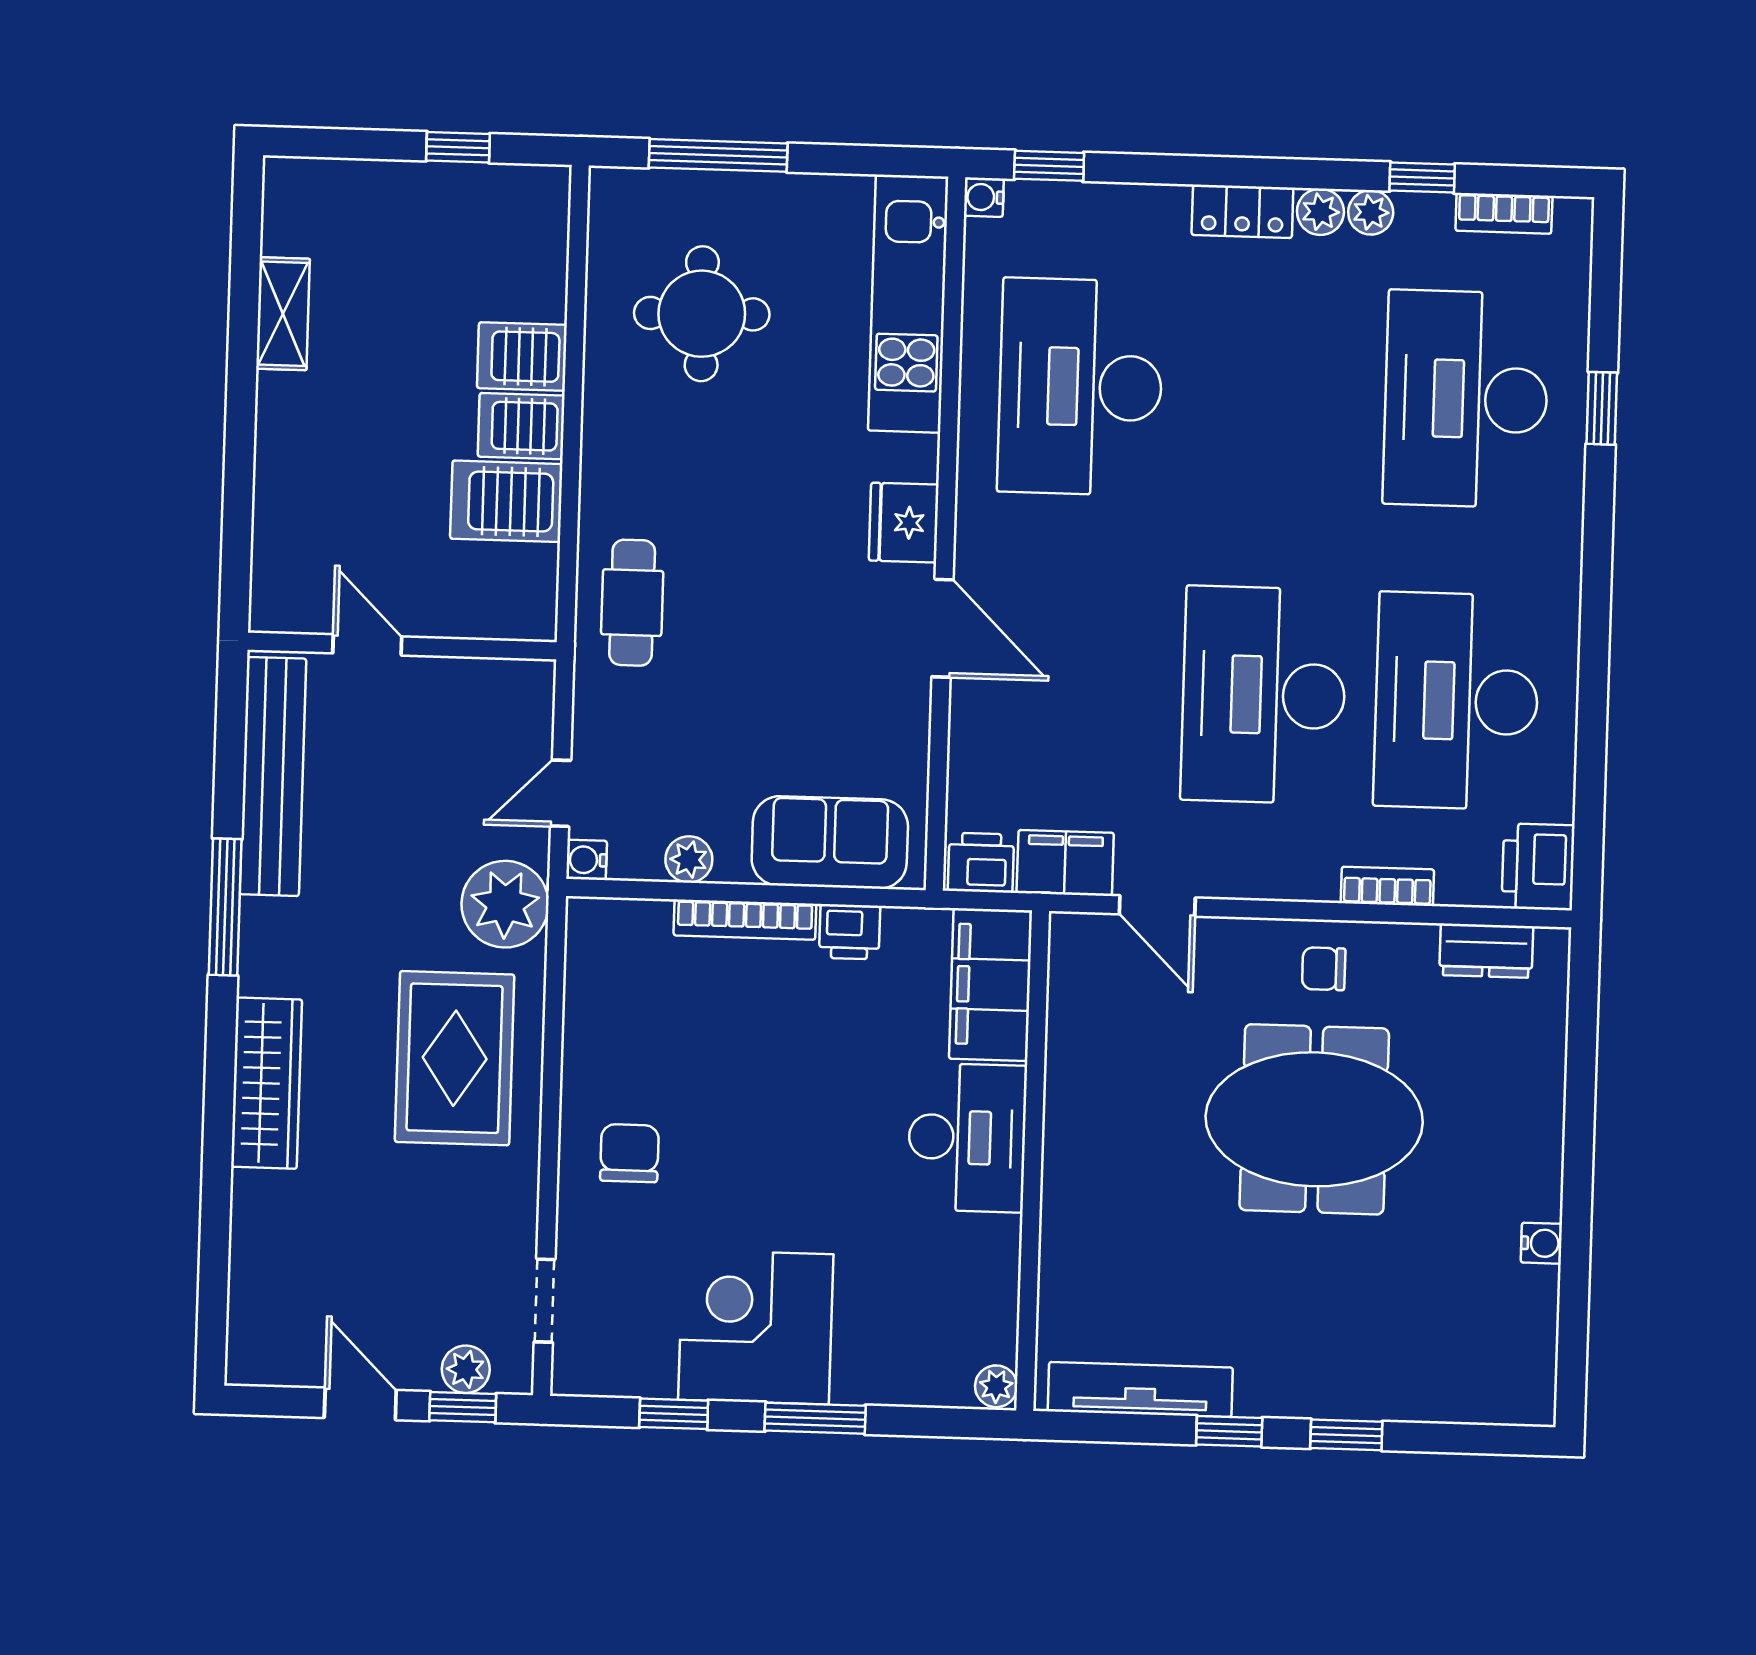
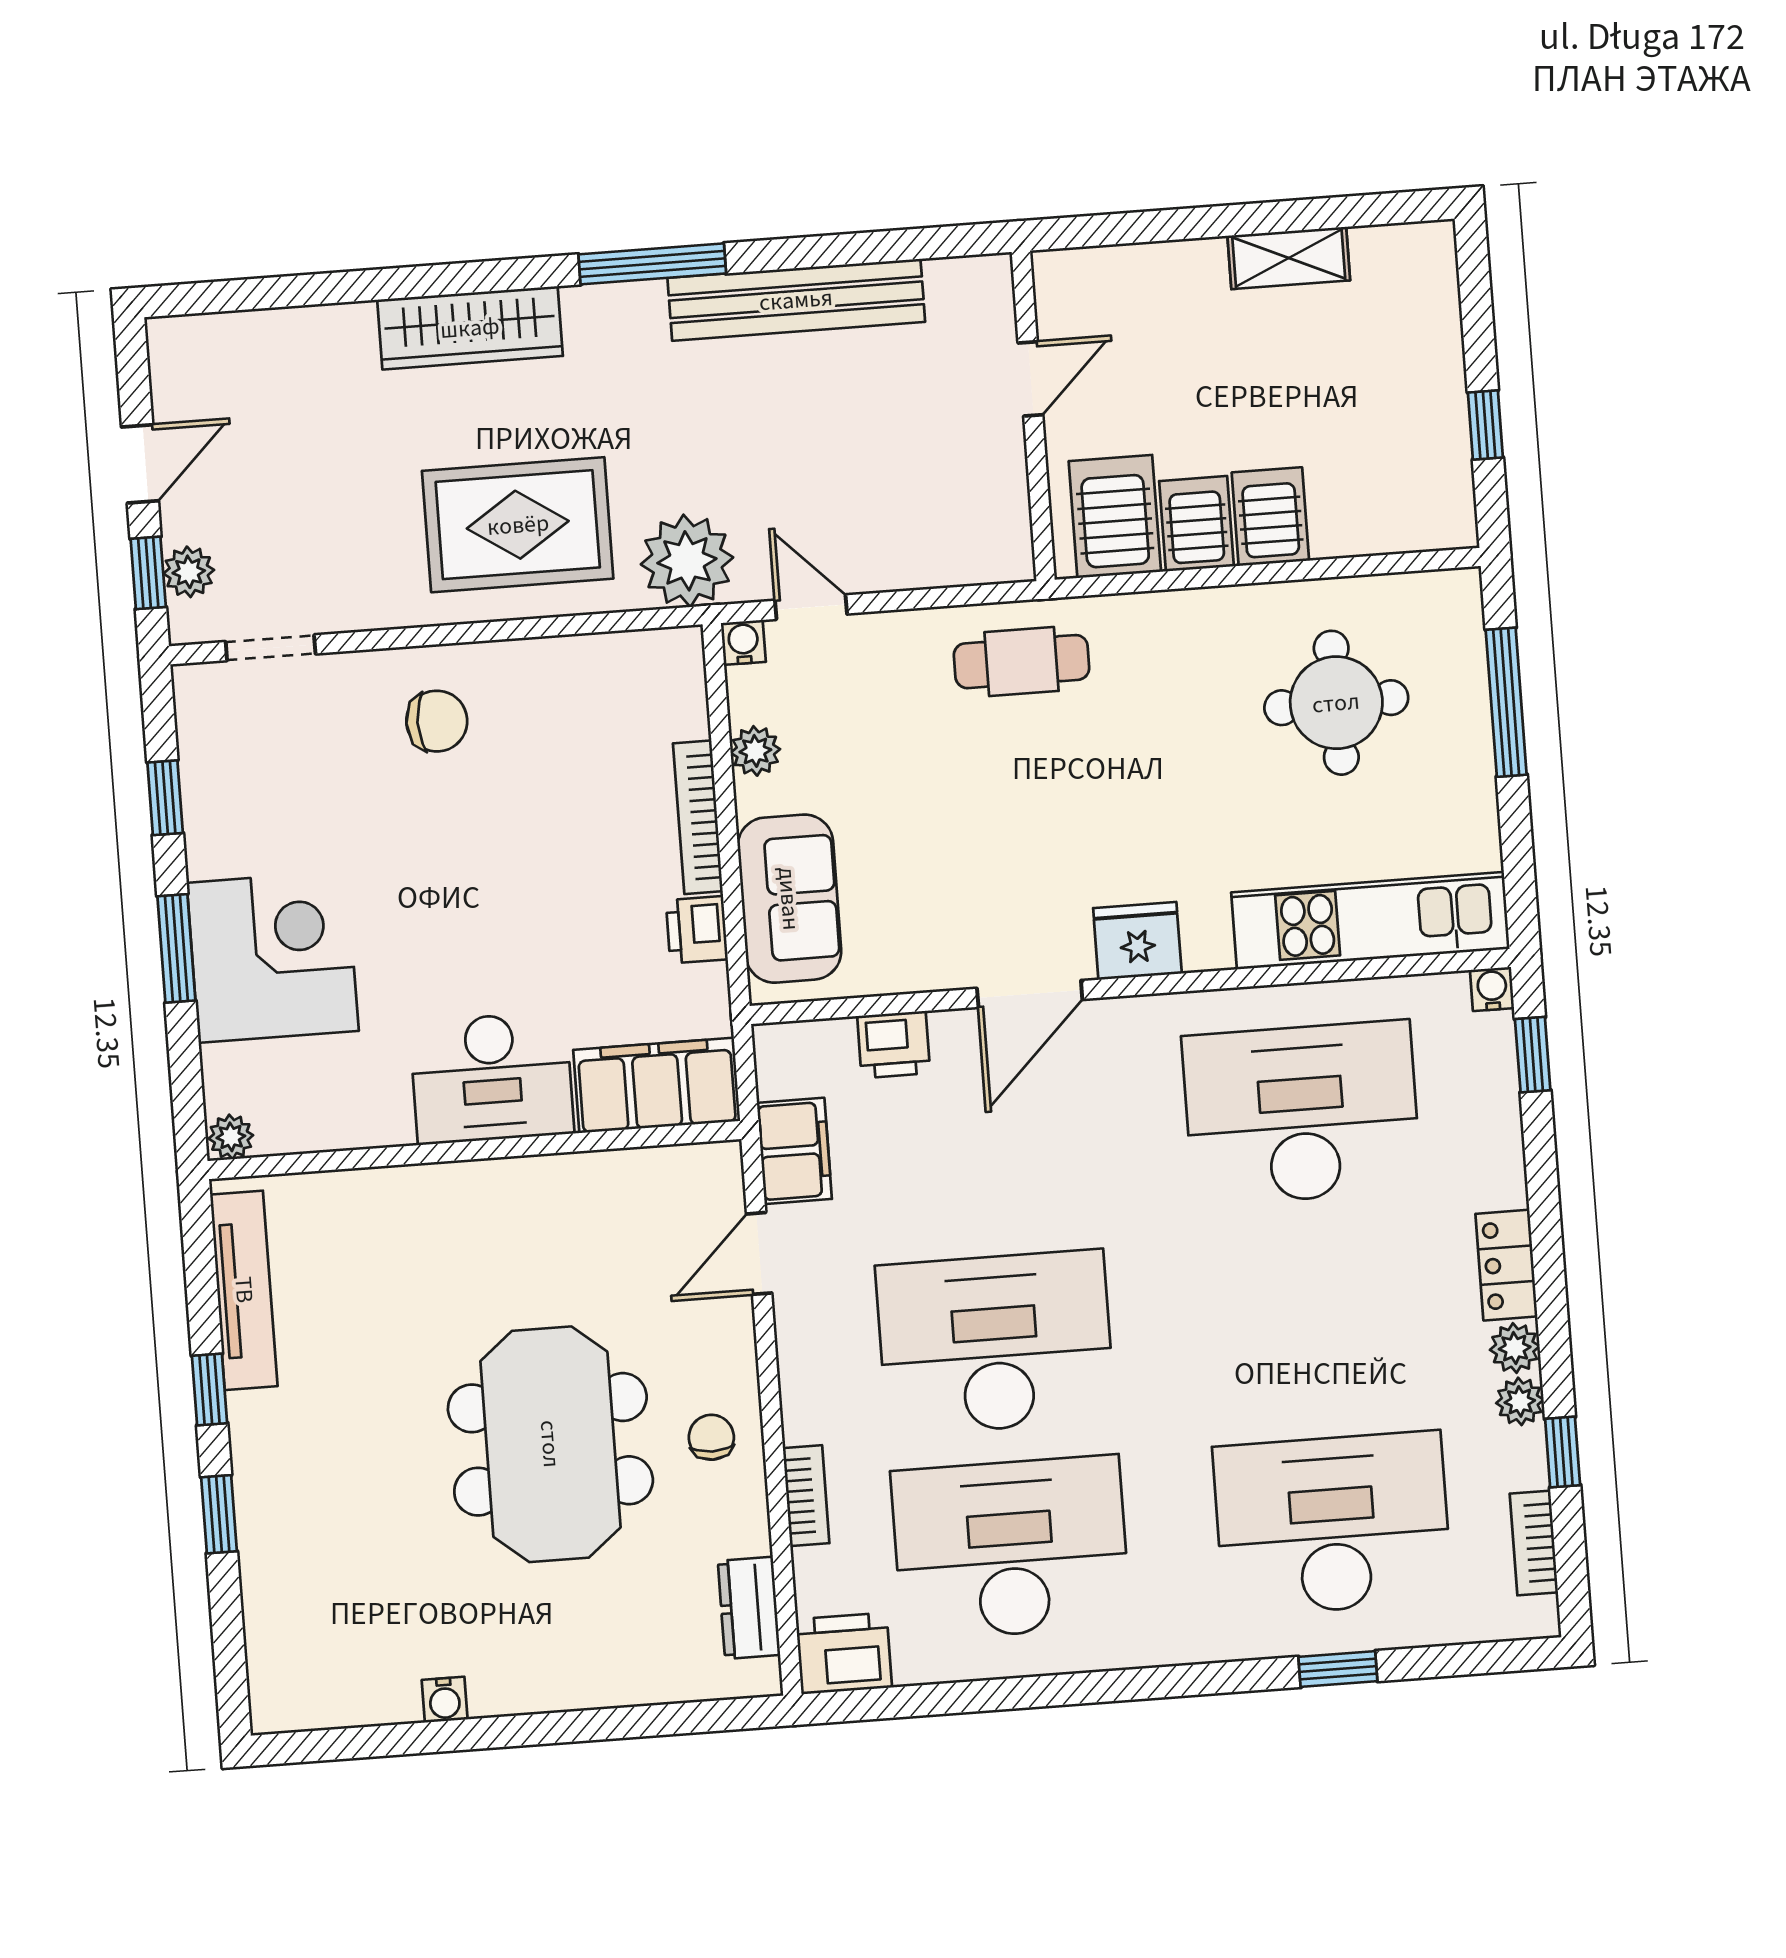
door: (367, 645) -> (1030, 379), moved
wall: (402, 646) -> (1033, 416), moved
printer: (981, 863) -> (894, 1045), moved, turned 90
corner desk: (756, 1327) -> (273, 957), moved

